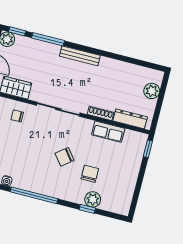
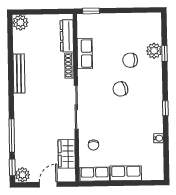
bench: (80, 56) -> (19, 73), moved
plant: (152, 91) -> (20, 23), moved
chair: (65, 157) -> (120, 89), turned 112
window: (34, 195) -> (165, 108), width x0.32

